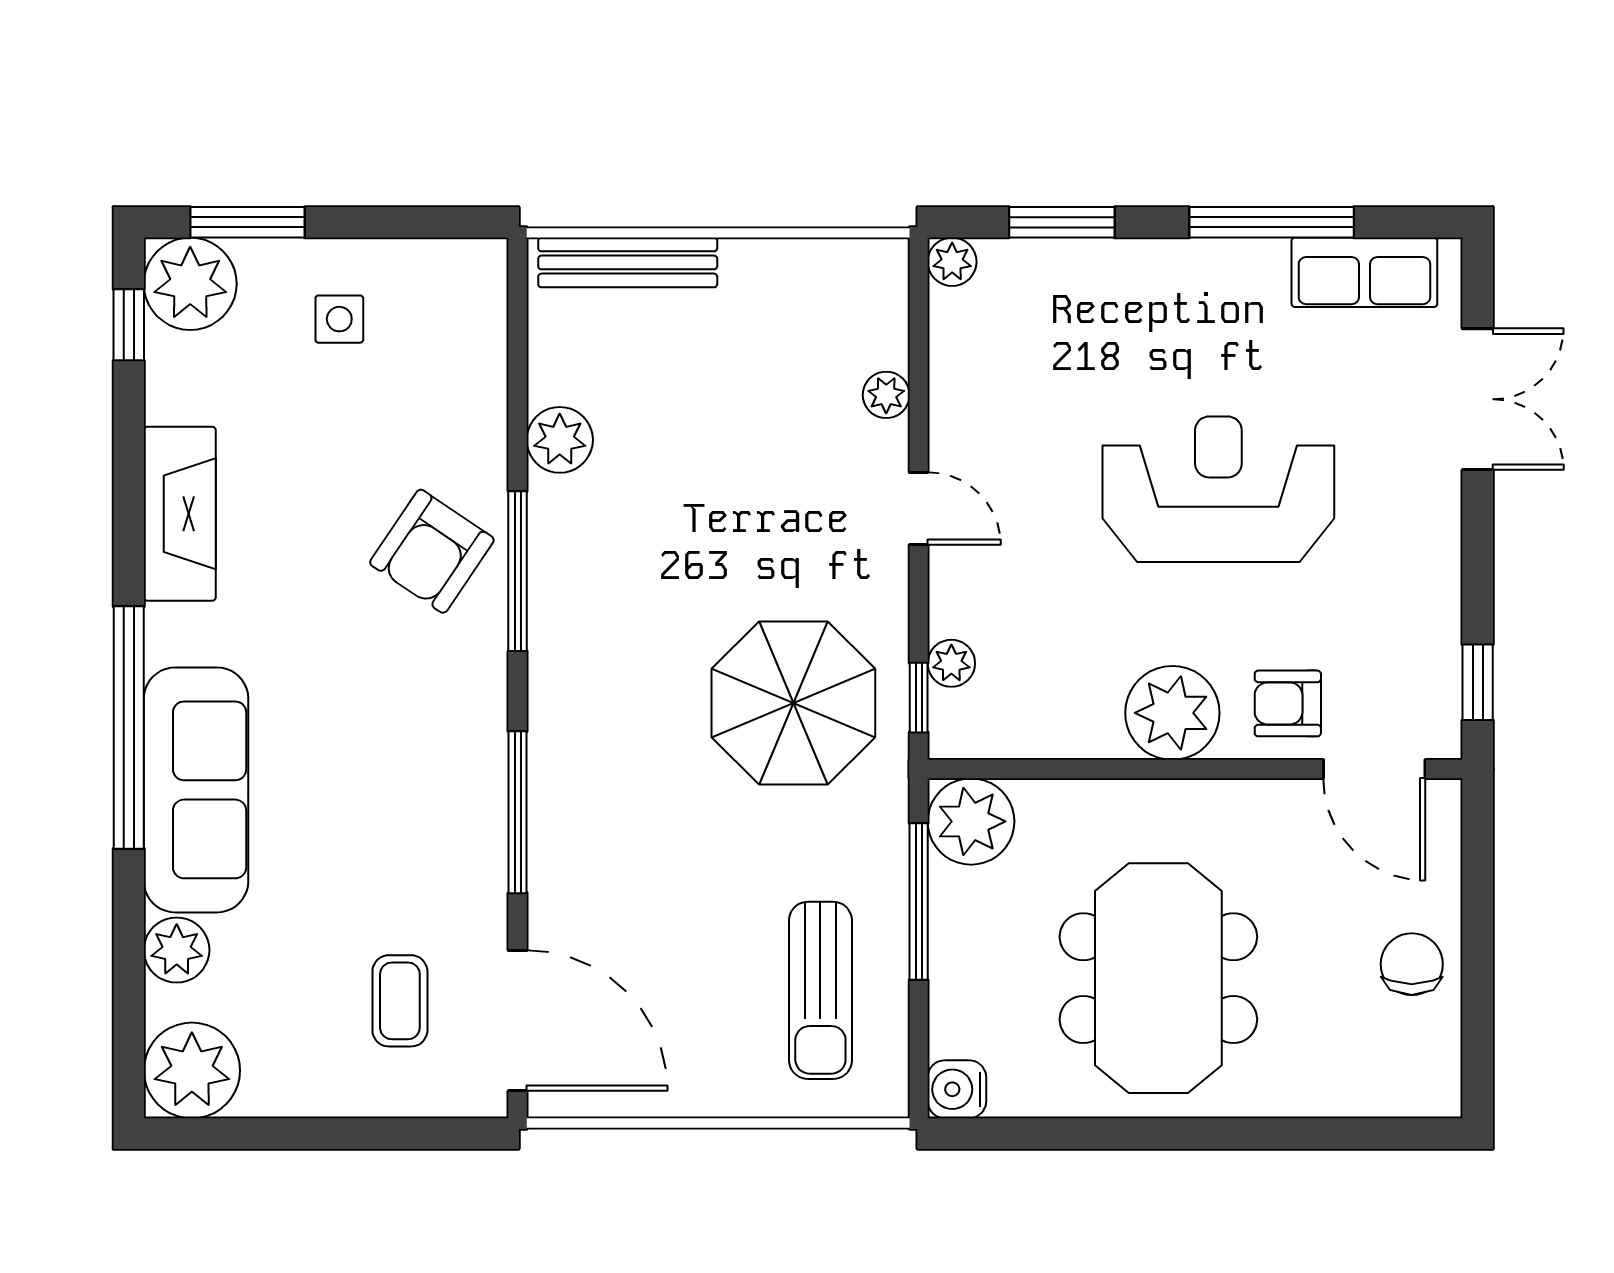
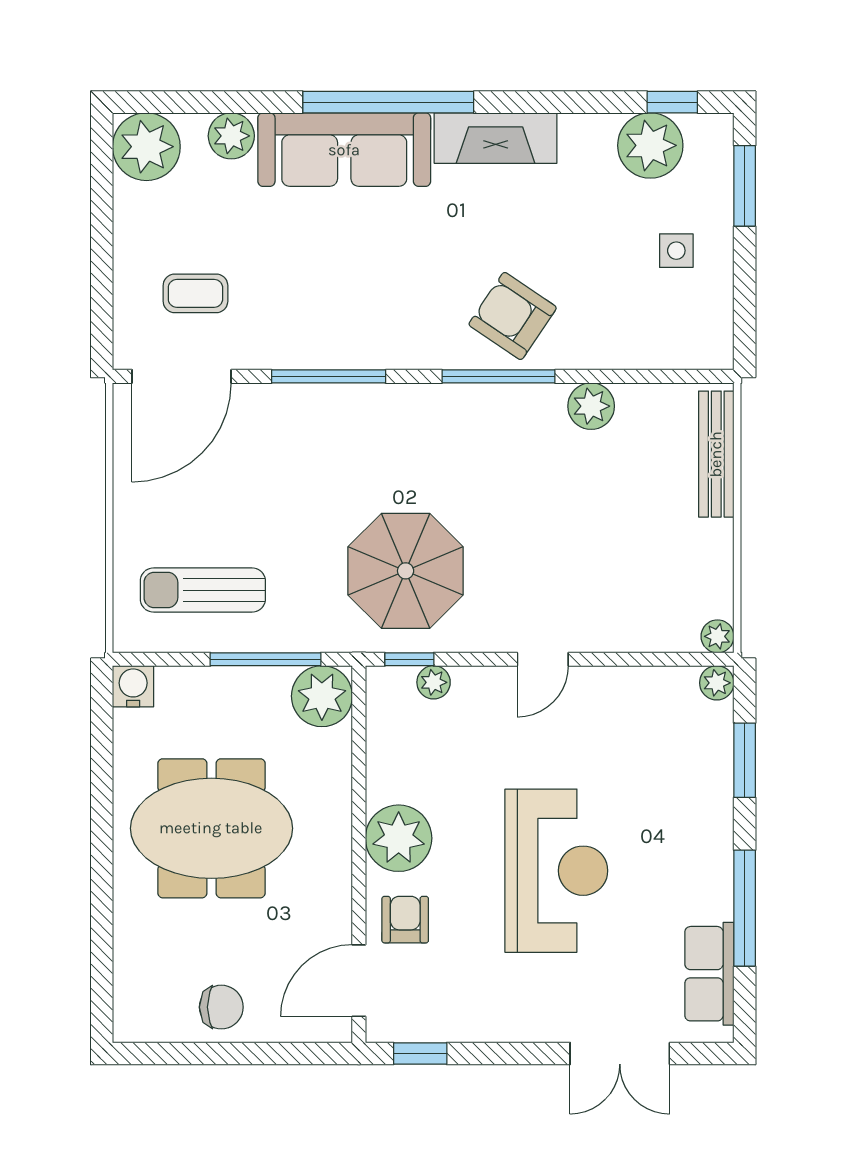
plant: (190, 284) -> (650, 145), moved
plant: (886, 395) -> (717, 636), moved
fireplace: (180, 514) -> (496, 138), moved

